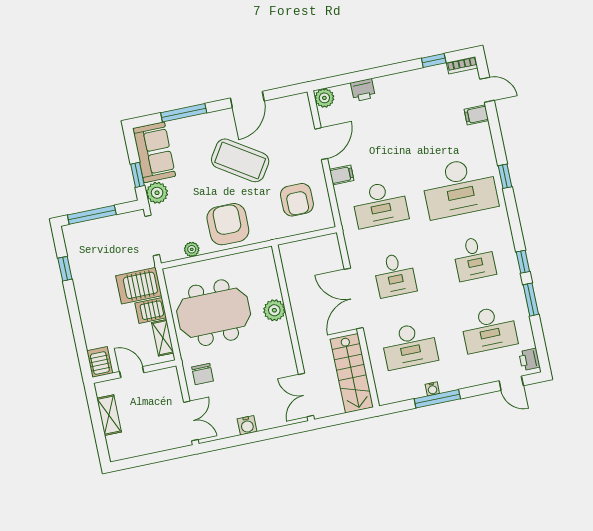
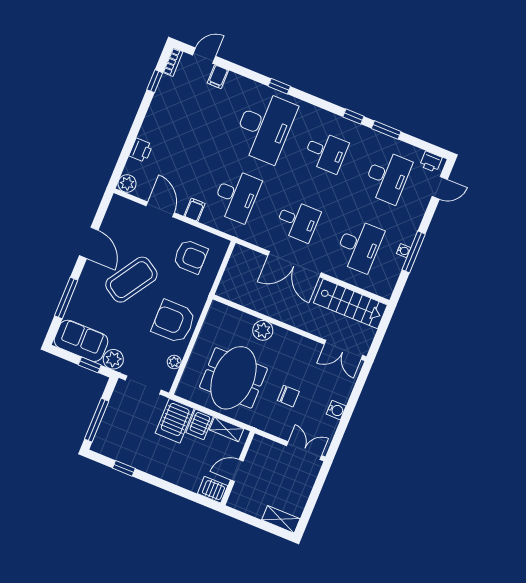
chair: (203, 374) -> (288, 396), moved
shelving: (109, 415) -> (281, 519), moved

